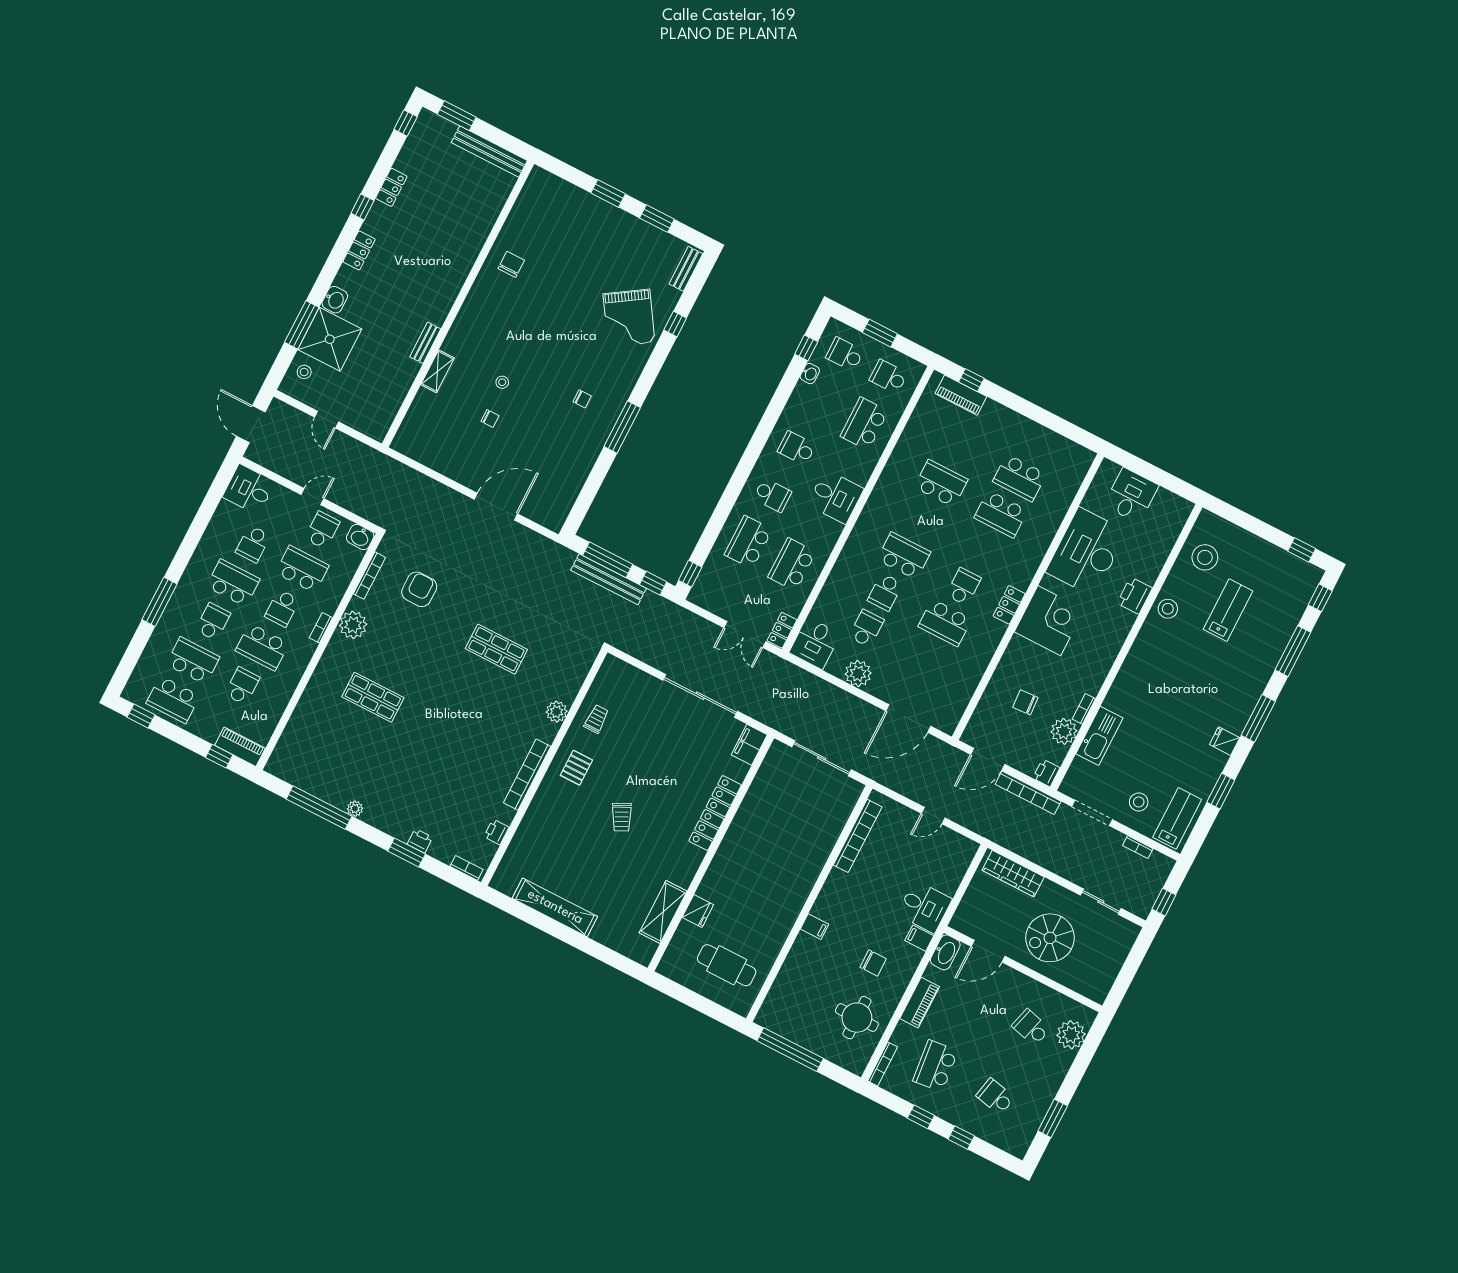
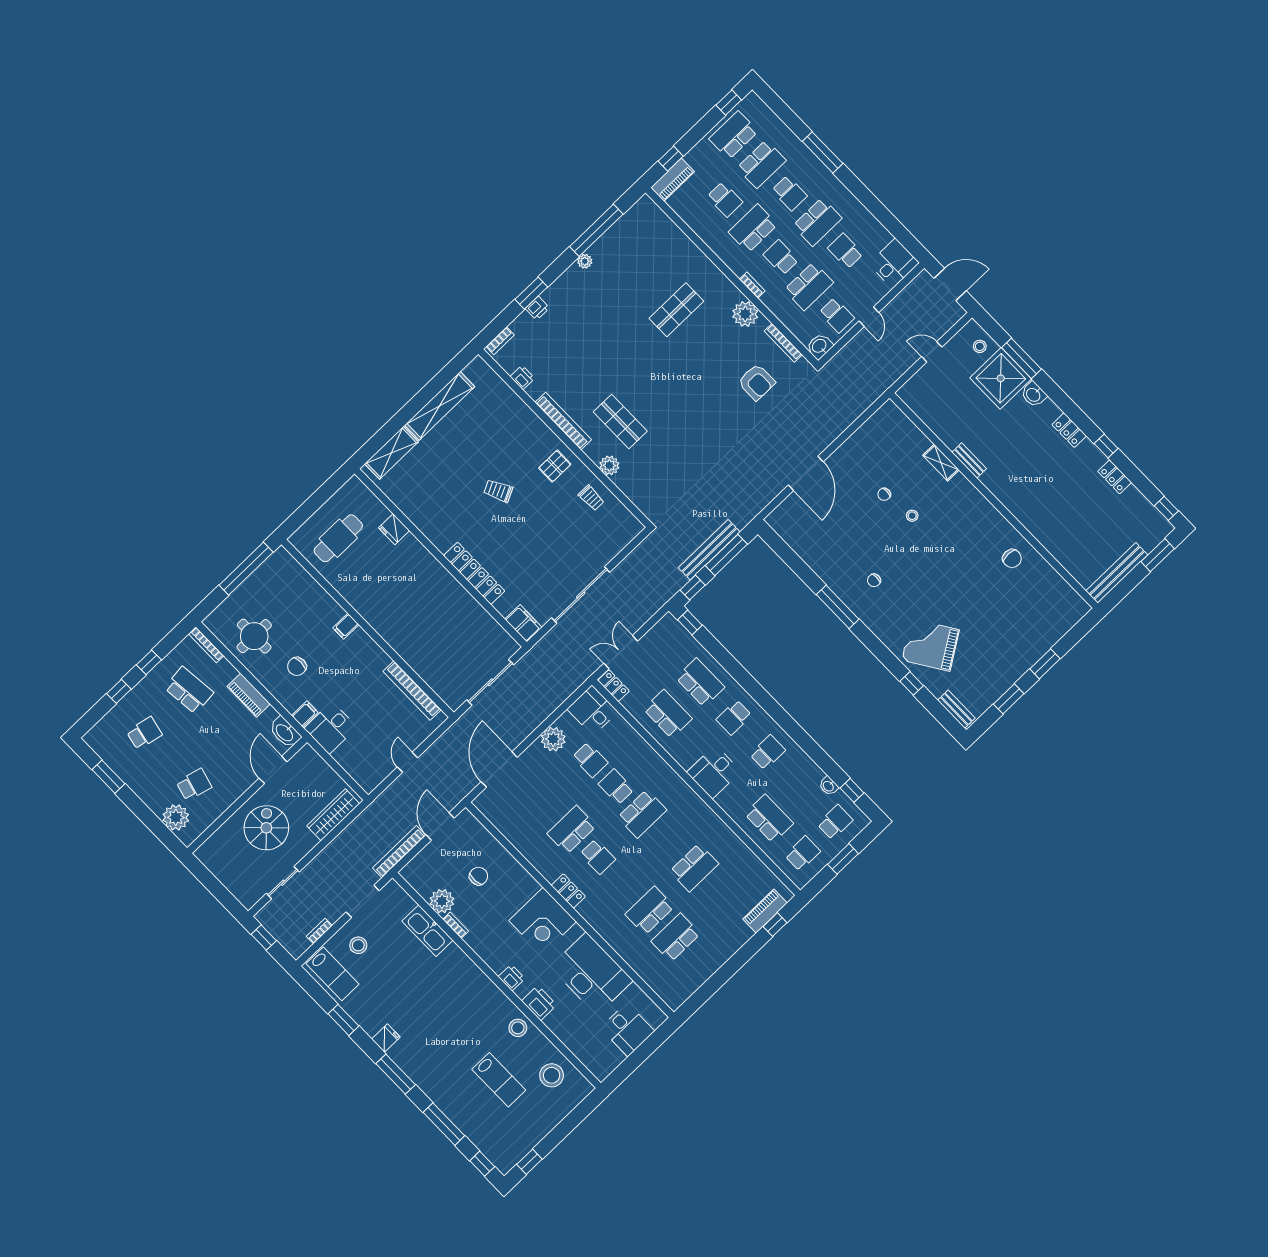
shop shelf: (496, 649) -> (620, 421), moved, turned 90
pallet: (576, 768) -> (555, 466), turned 90
printer: (1046, 773) -> (512, 978), moved
shelving: (663, 912) -> (391, 453), moved, turned 90

